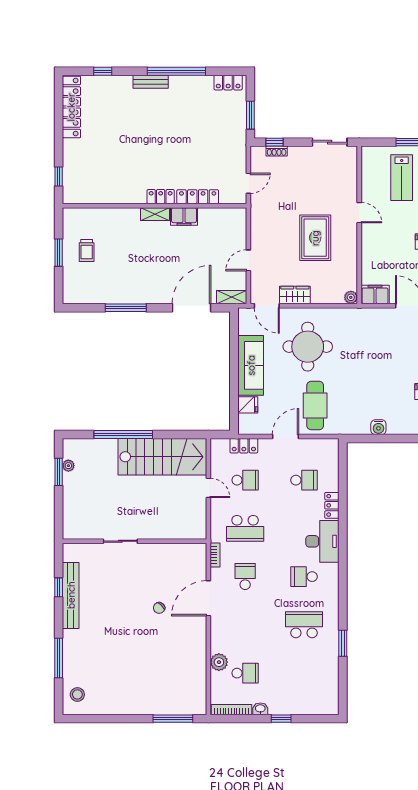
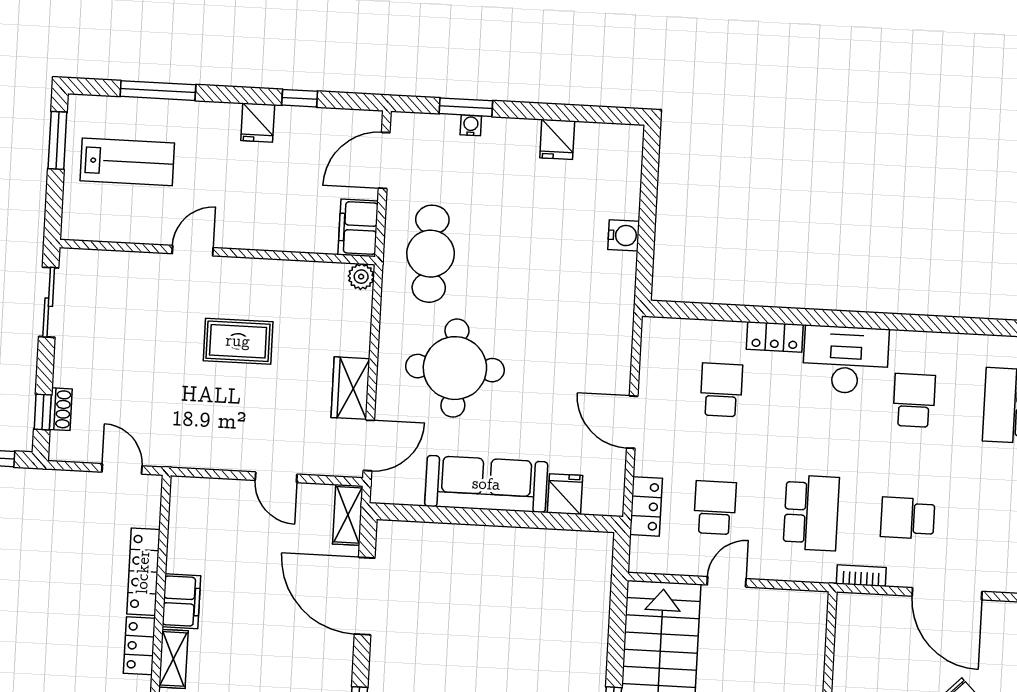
rug: (315, 238) -> (238, 341), width x0.73, depth x0.70
cafe table: (315, 406) -> (431, 254), moved, turned 90
school desk: (304, 577) -> (914, 400), turned 180

